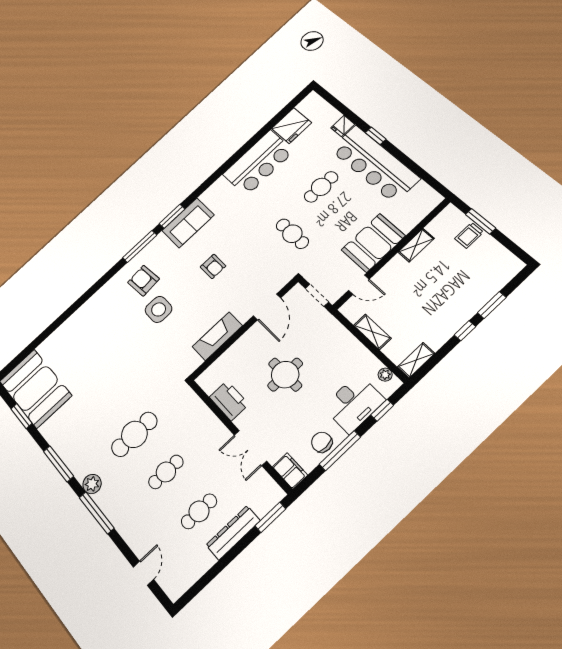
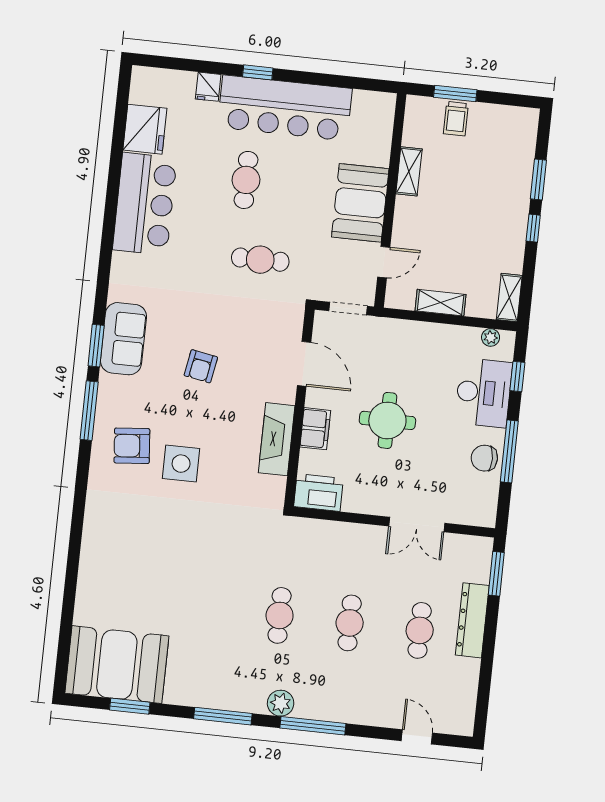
armchair: (213, 266) -> (201, 366), turned 100
printer: (229, 401) -> (318, 493), moved
cafe table: (134, 434) -> (280, 615), width x0.73, depth x0.74
filing cabinet: (290, 471) -> (315, 429), moved, turned 90

